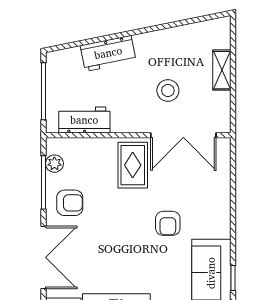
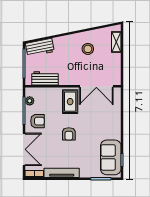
workbench: (108, 53) -> (40, 47), moved
shelving: (222, 70) -> (116, 42), moved
stool: (168, 90) -> (88, 49), moved
armchair: (168, 223) -> (69, 134), moved

